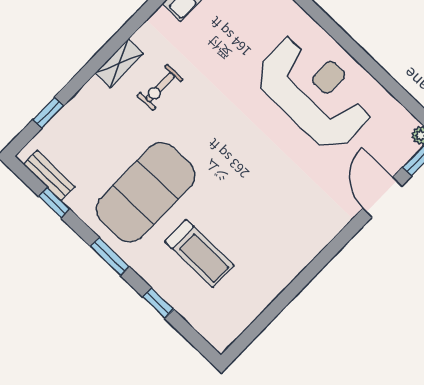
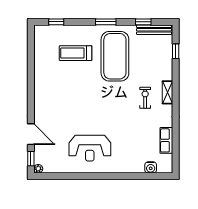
reception desk: (315, 92) -> (90, 148), width x0.74, depth x0.77
bench: (49, 176) -> (154, 30), width x1.36
window: (158, 303) -> (56, 22), moved

